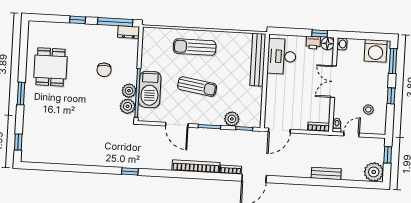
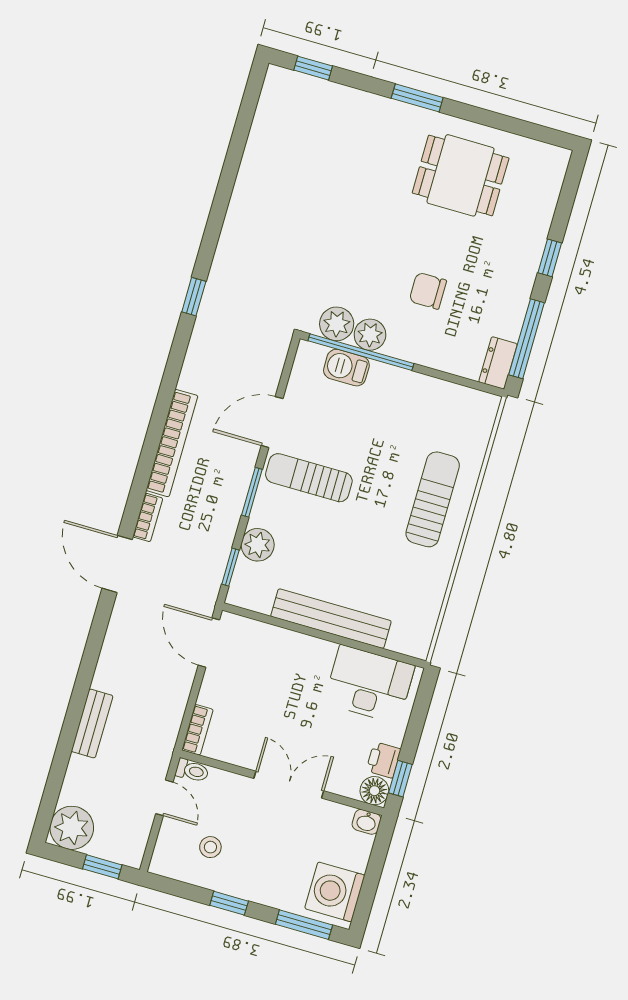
bench: (258, 60) -> (331, 619), moved
sun lounger: (197, 87) -> (309, 478), moved, turned 81
barbecue: (150, 89) -> (346, 368), width x0.53, depth x0.65

